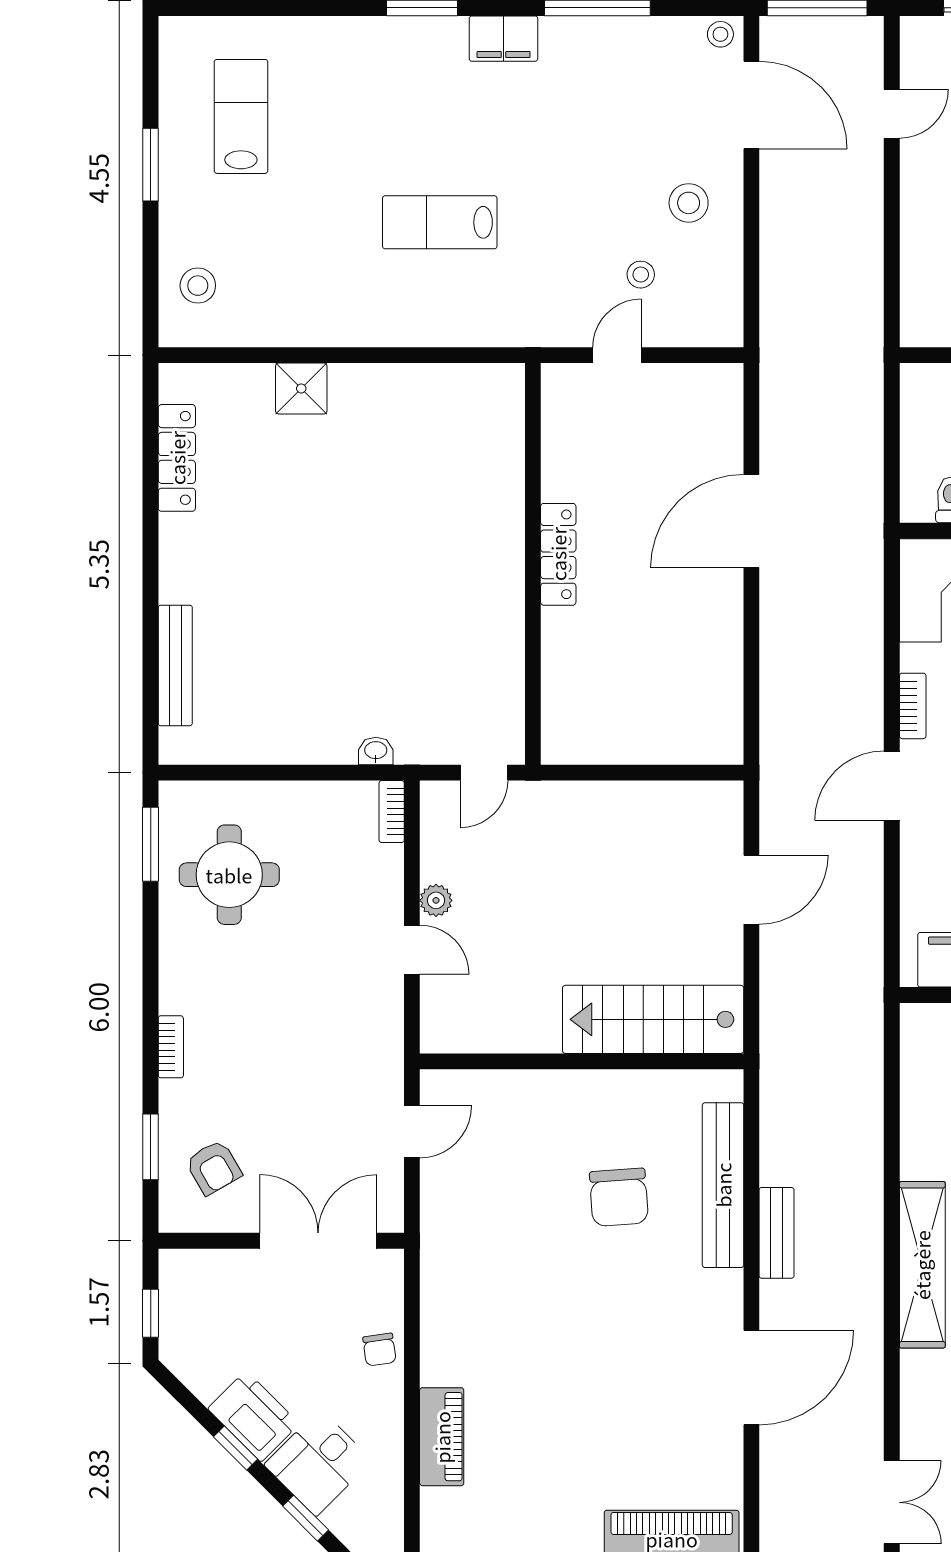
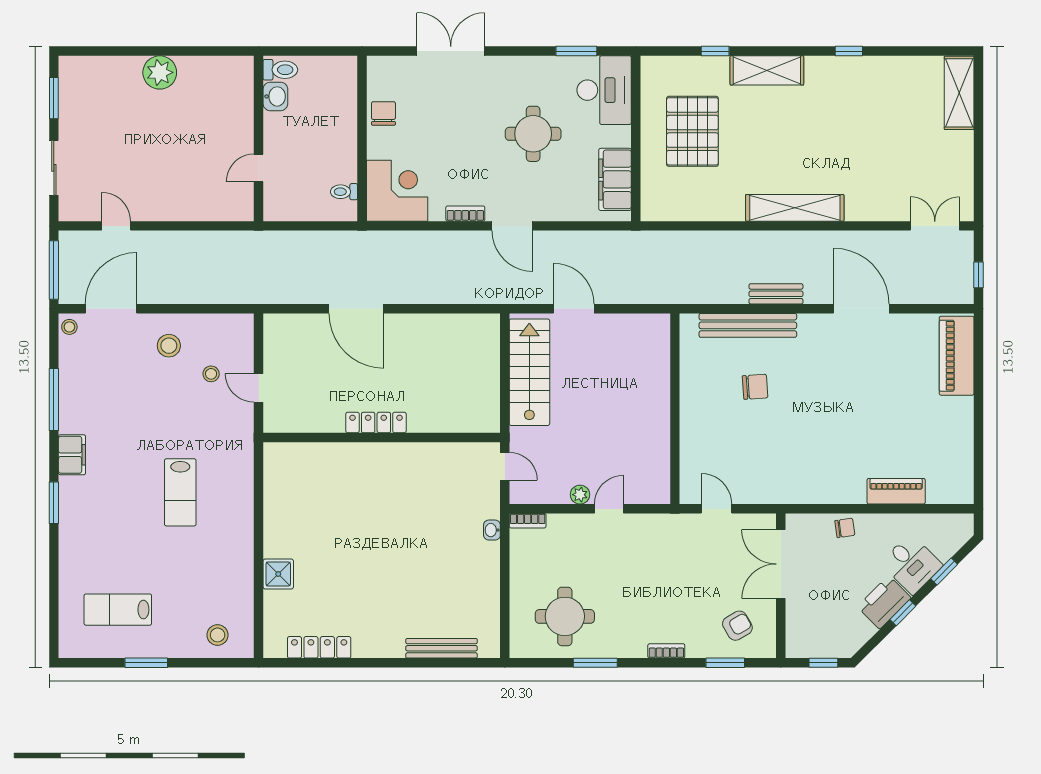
window: (151, 844) -> (595, 663), moved
stairs: (653, 1019) -> (529, 372), moved, turned 180
chair: (619, 1197) -> (755, 387), width x0.73, depth x0.73

